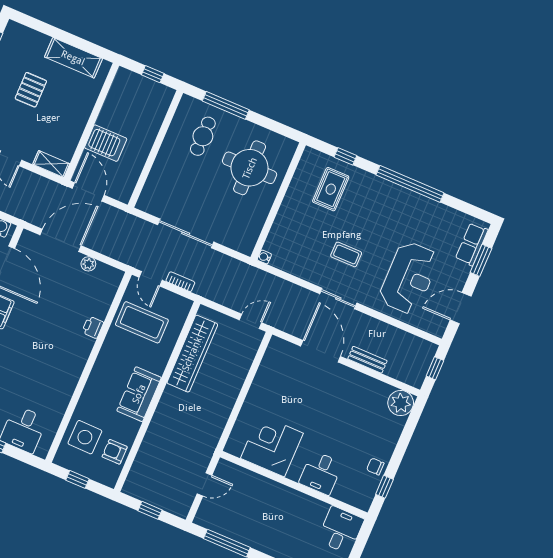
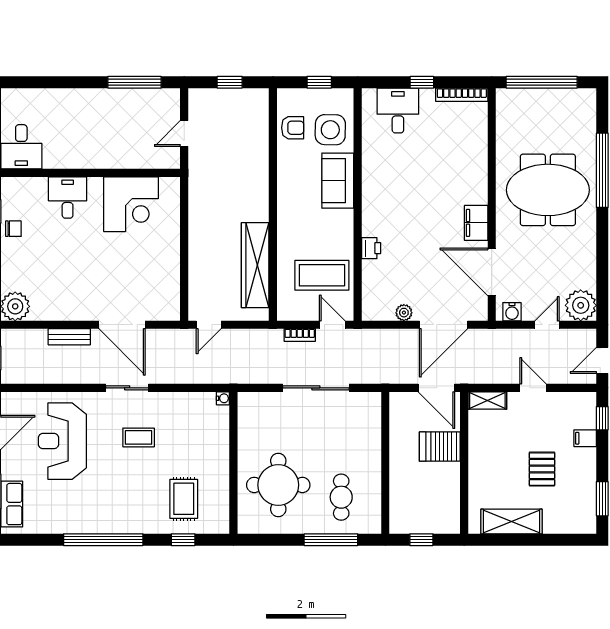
sofa: (139, 394) -> (338, 181), moved, turned 180

